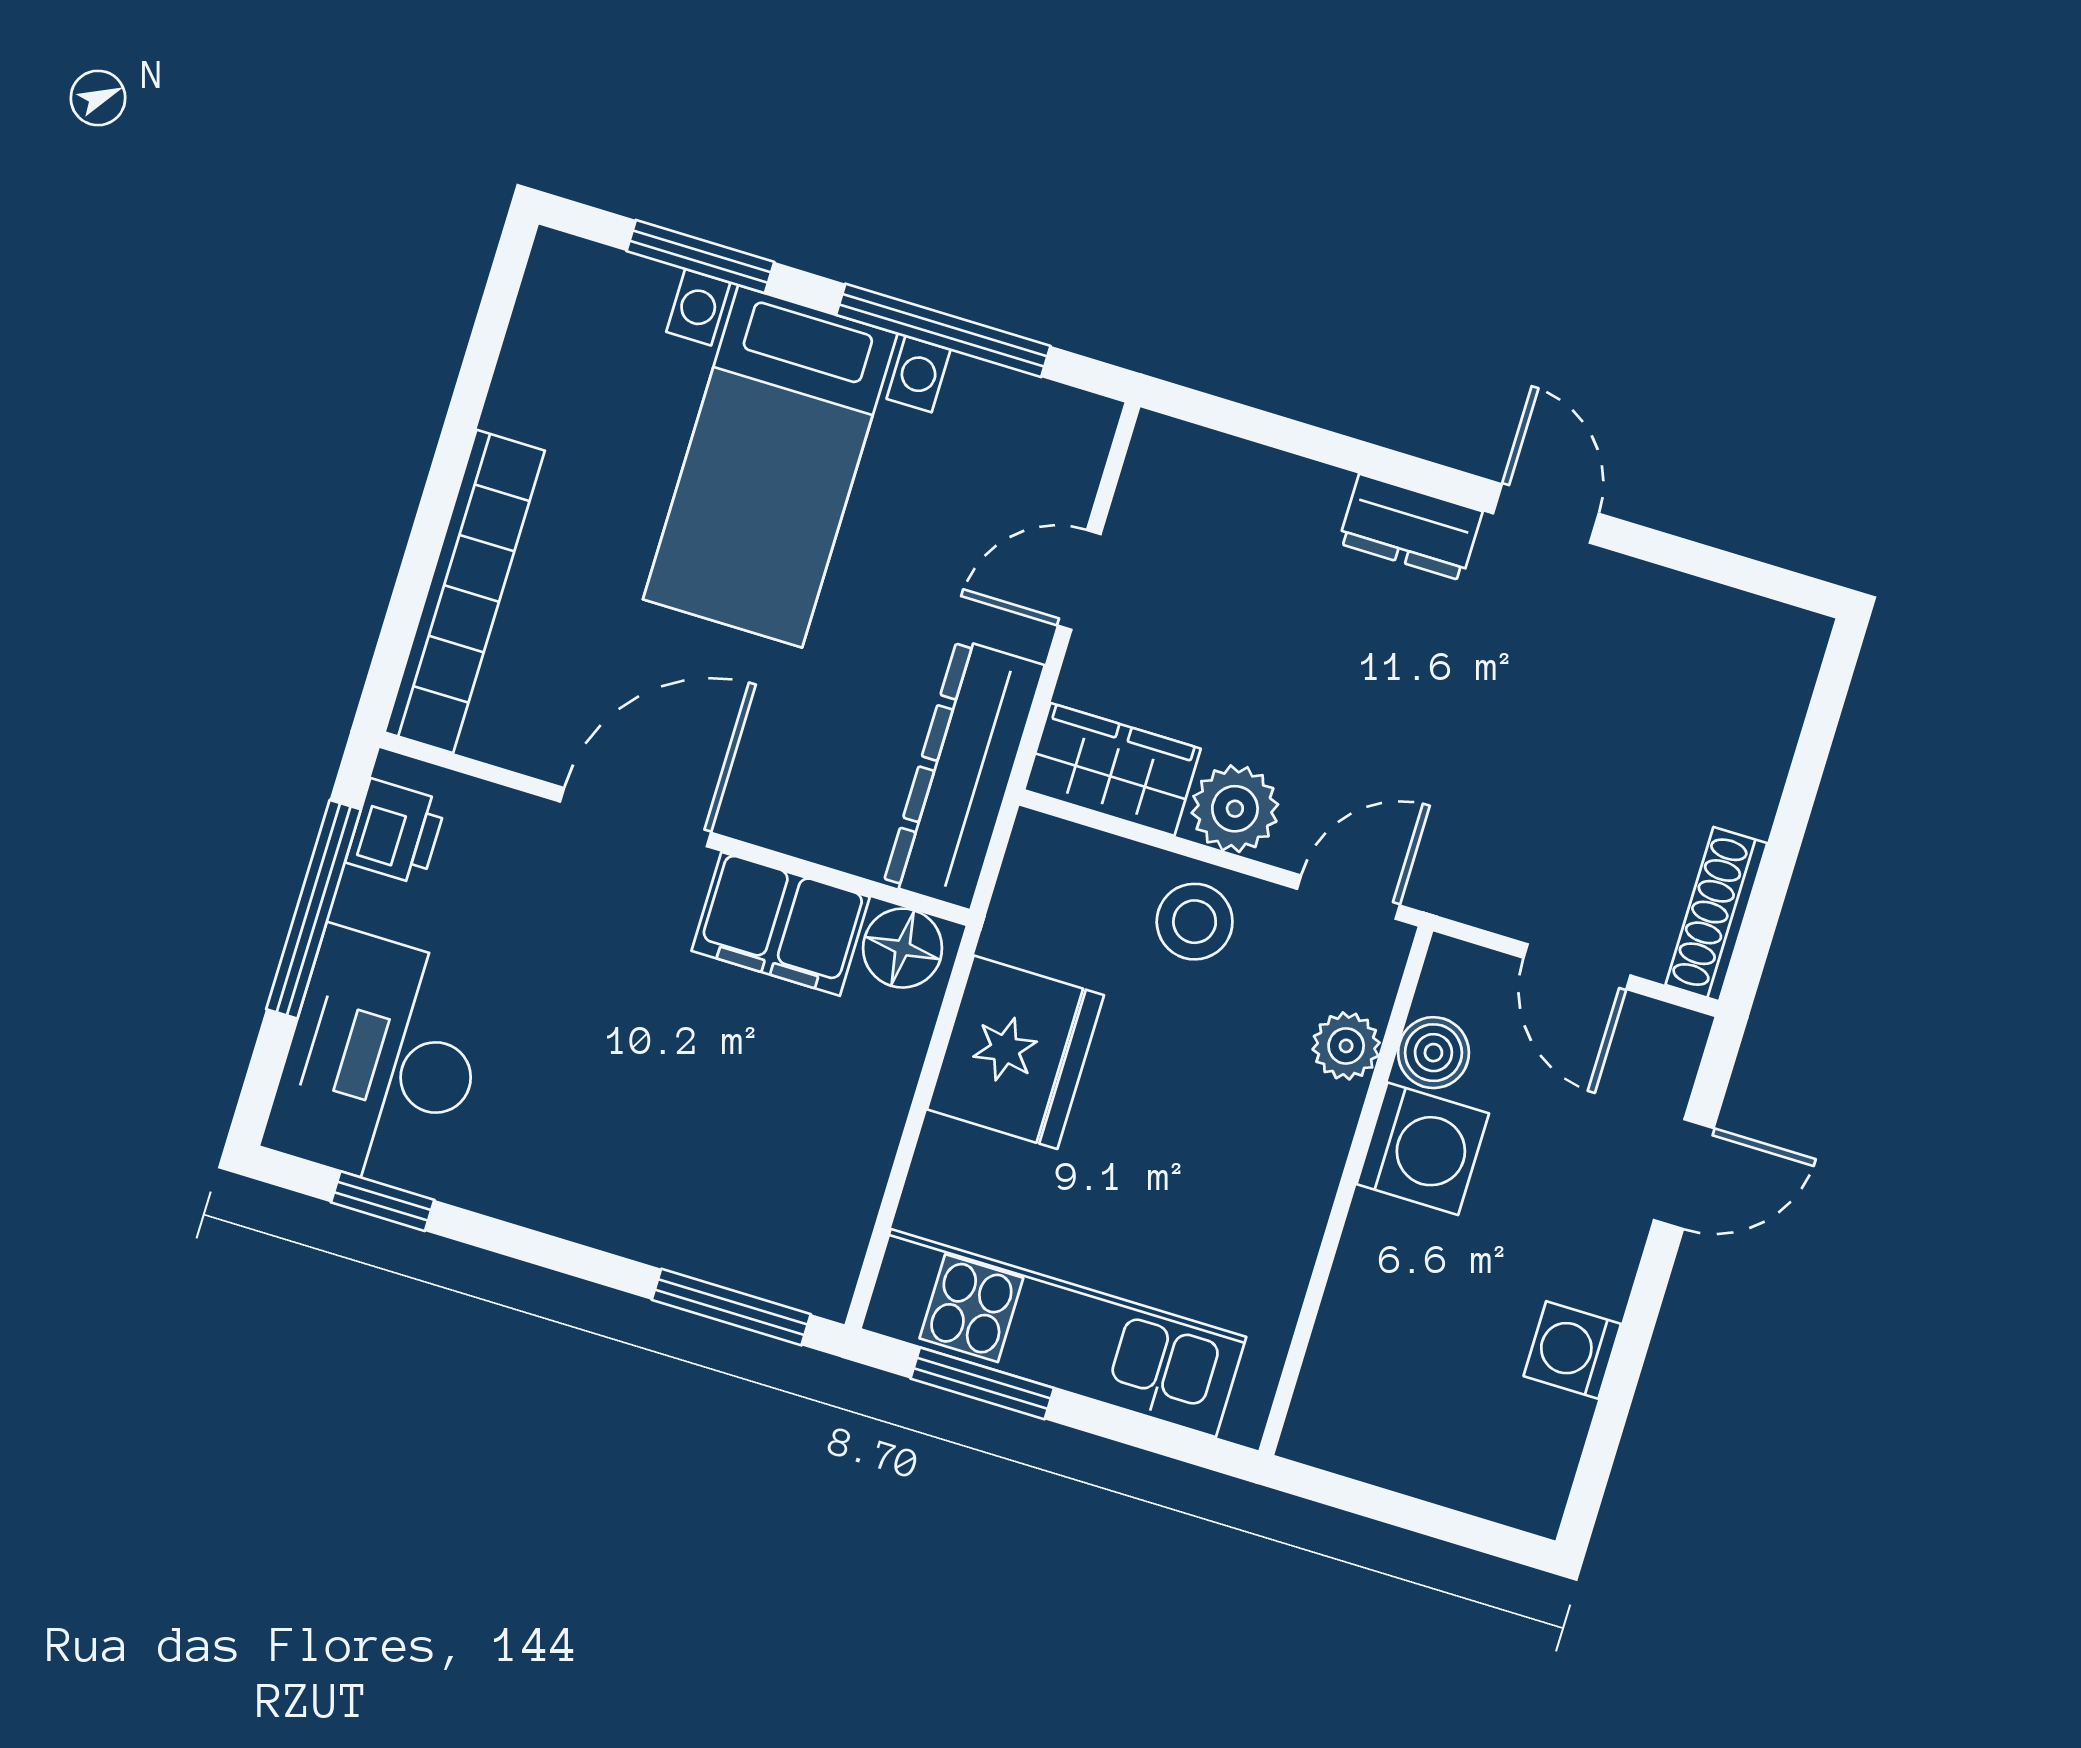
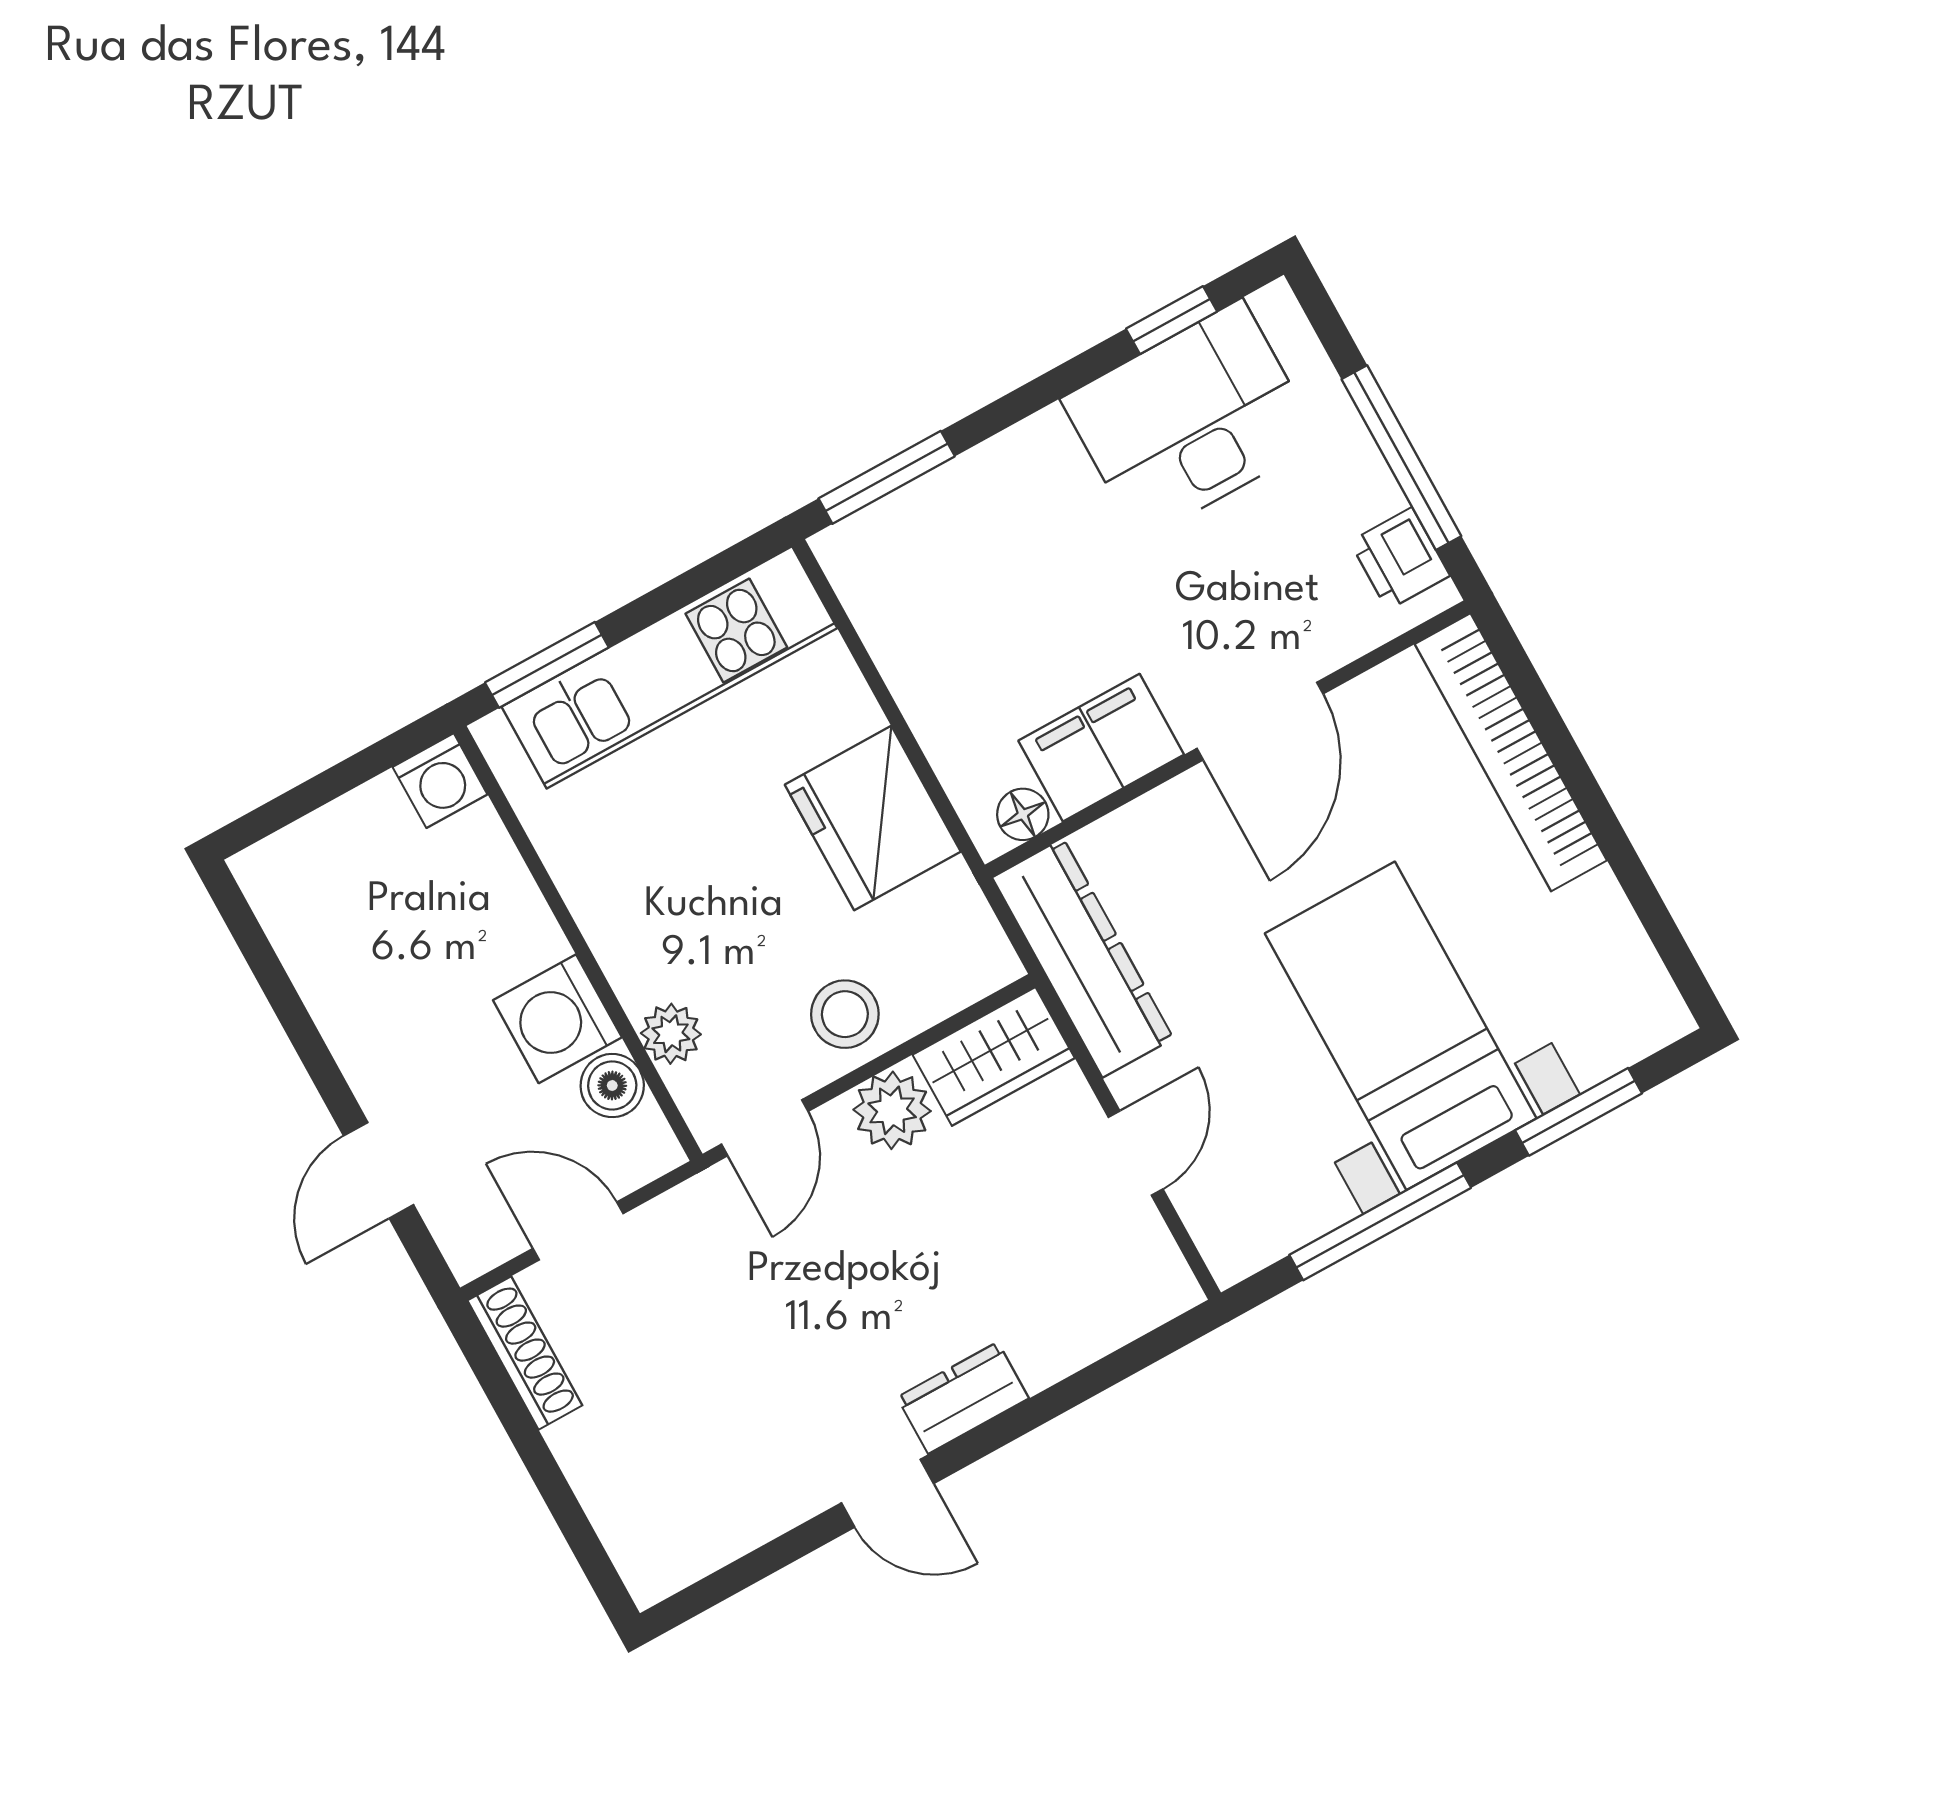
floor lamp: (903, 948) -> (1023, 814), width x0.73, depth x0.73
desk: (381, 1061) -> (1191, 420), moved, turned -90
washing machine: (1572, 1350) -> (440, 781), moved, turned 90
window: (982, 1383) -> (547, 665), moved

